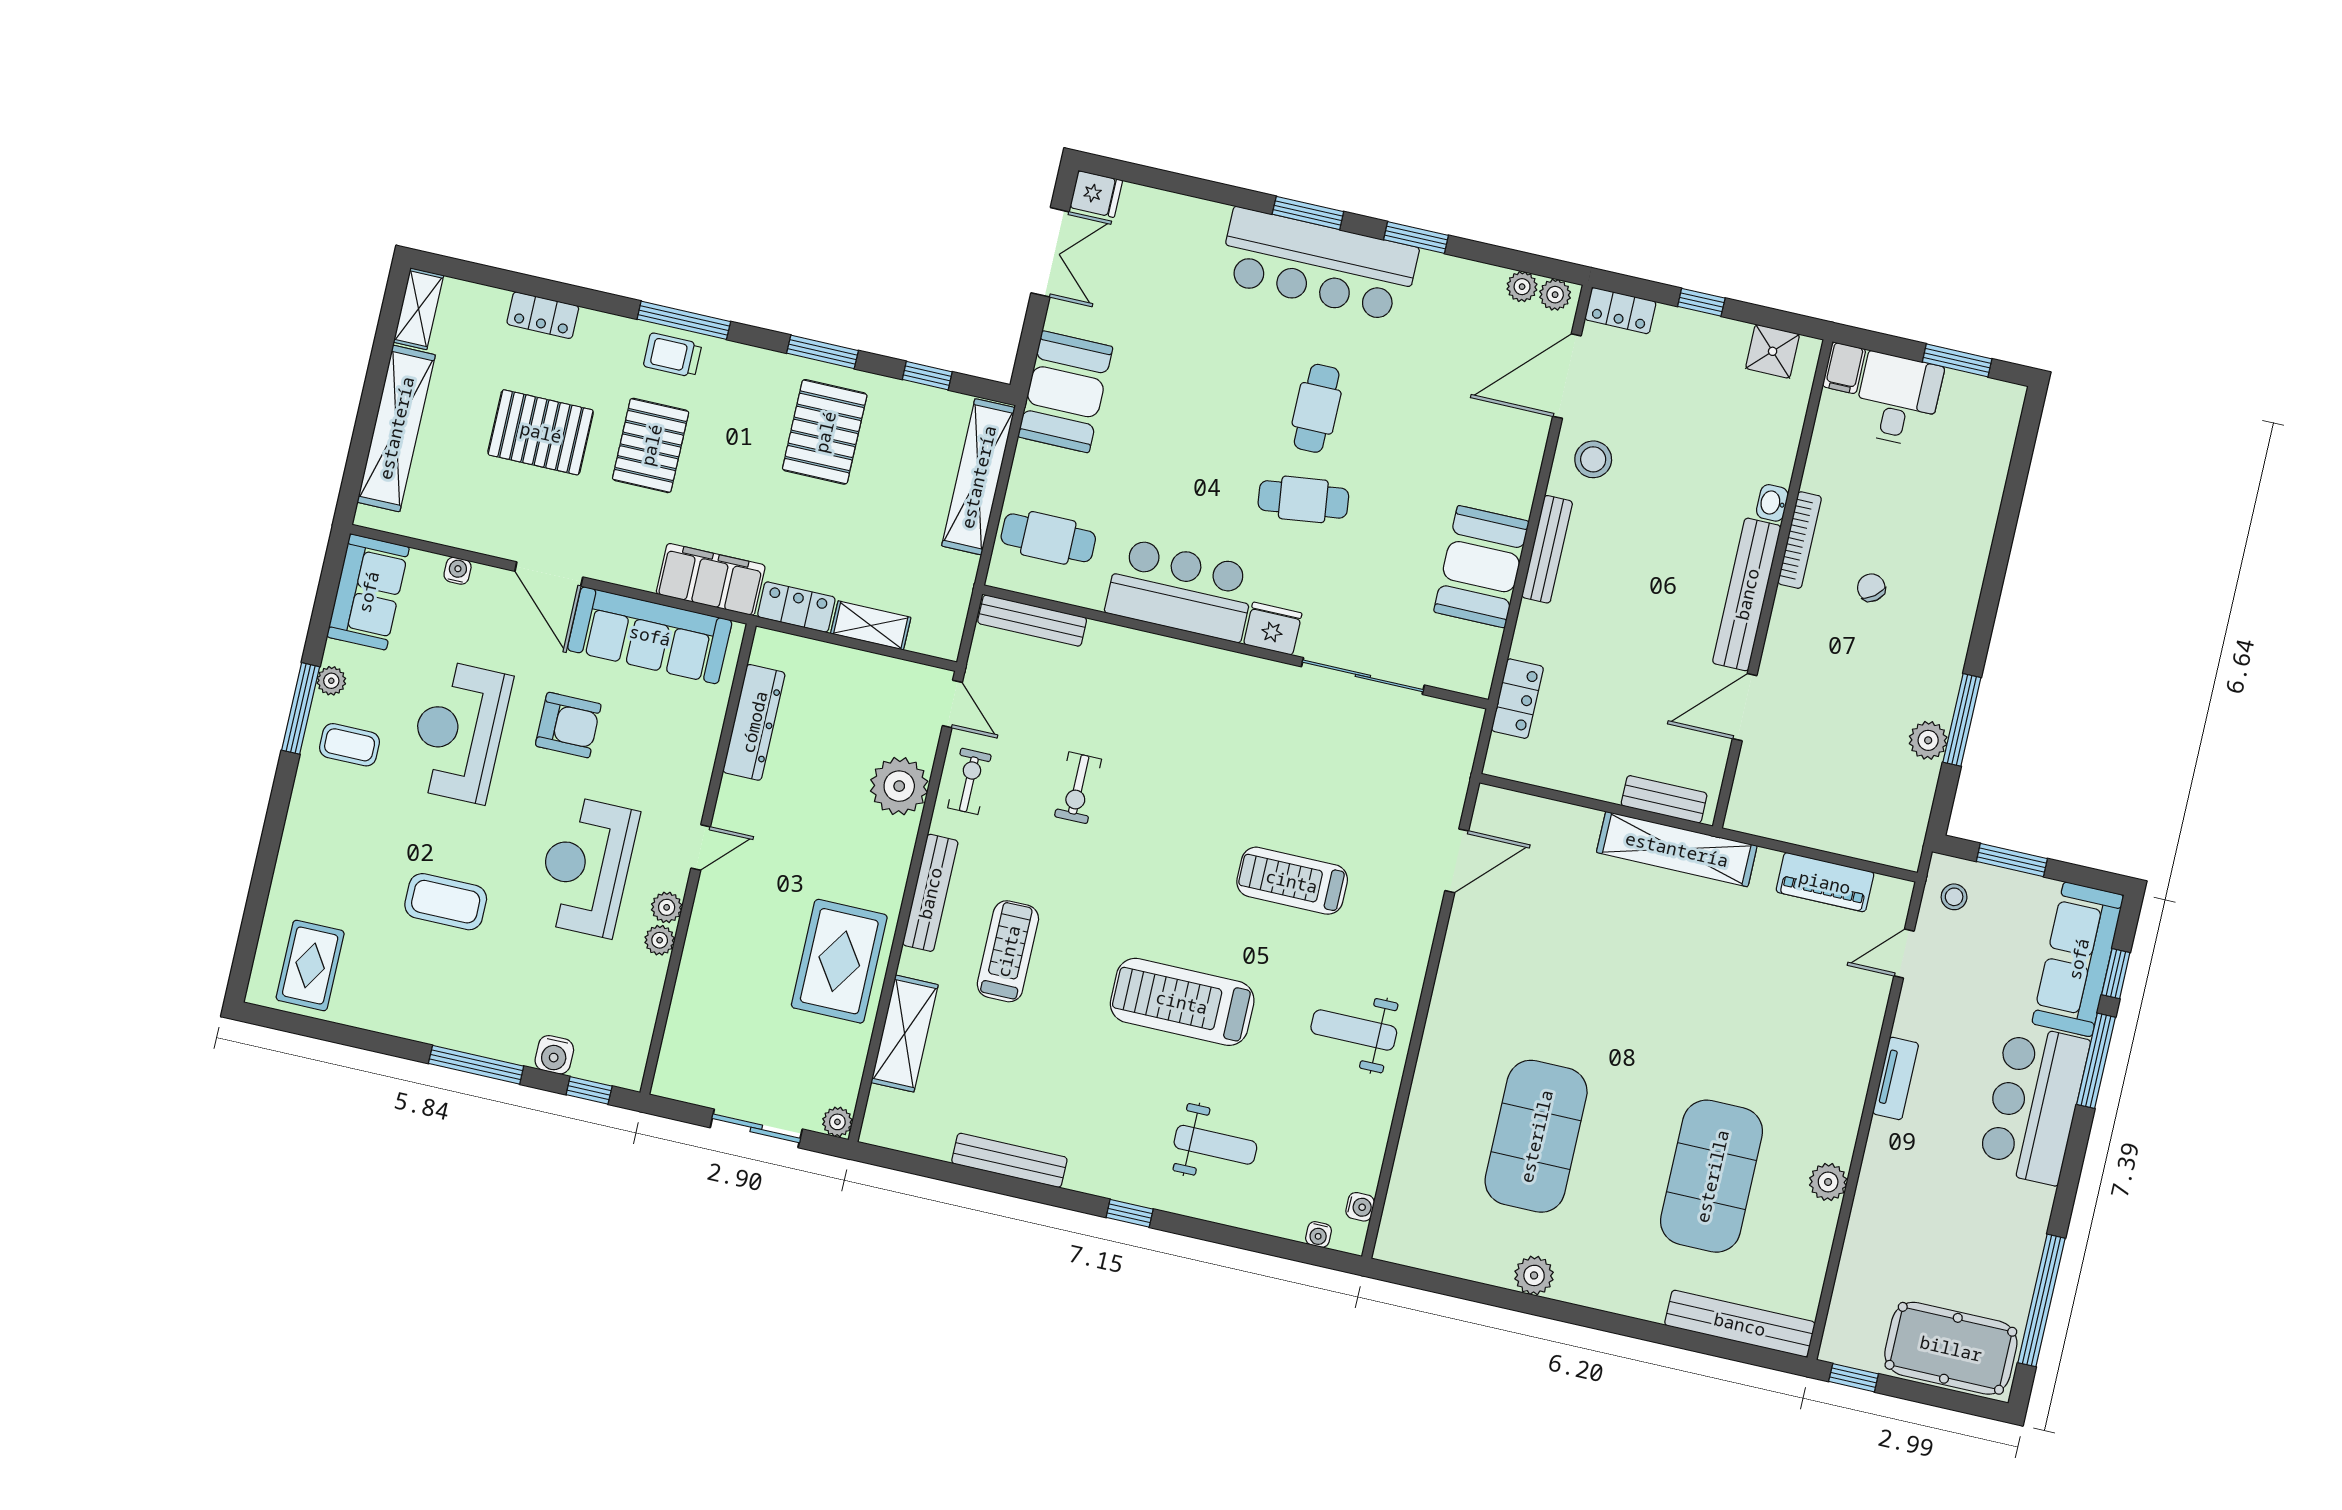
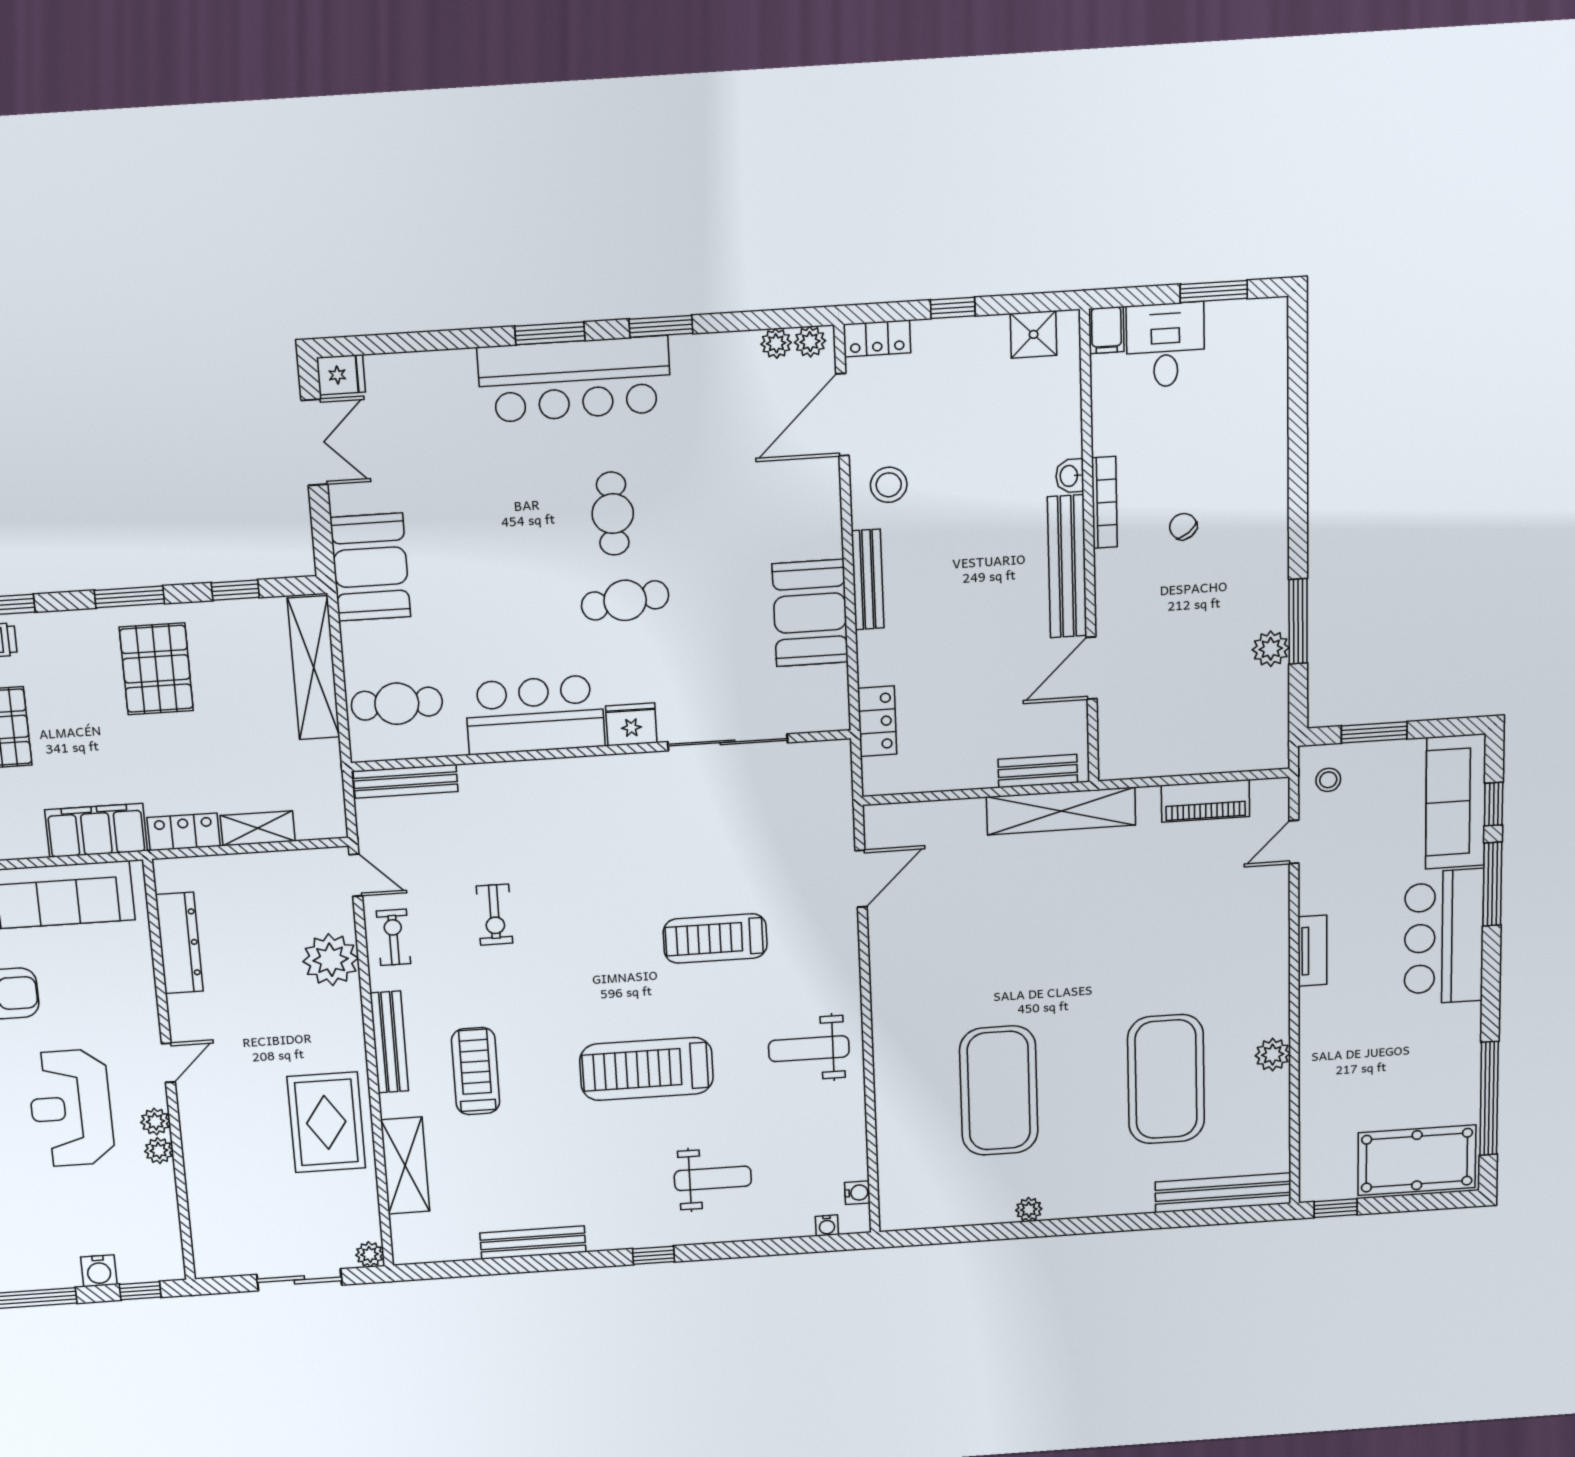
plant: (1534, 1275) -> (1029, 1210), width x0.73, depth x0.73

